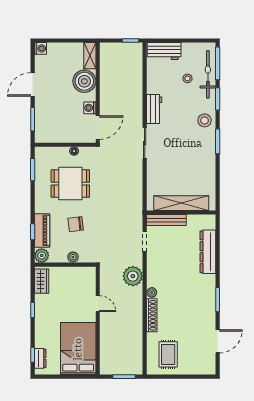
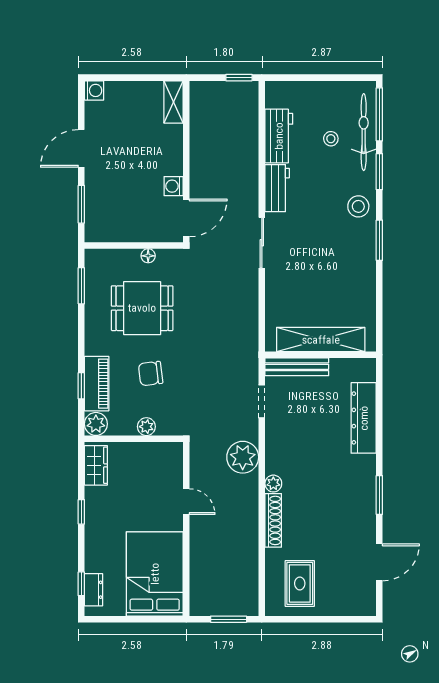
workbench: (164, 51) -> (279, 136), moved, turned -90
boiler: (84, 81) -> (165, 143), removed

